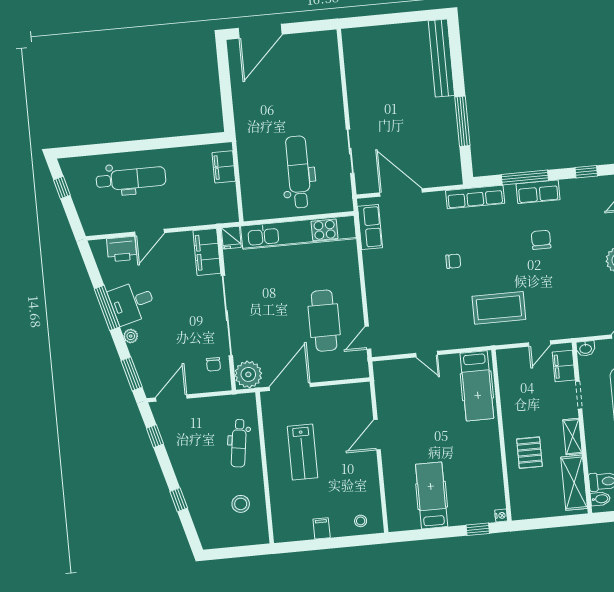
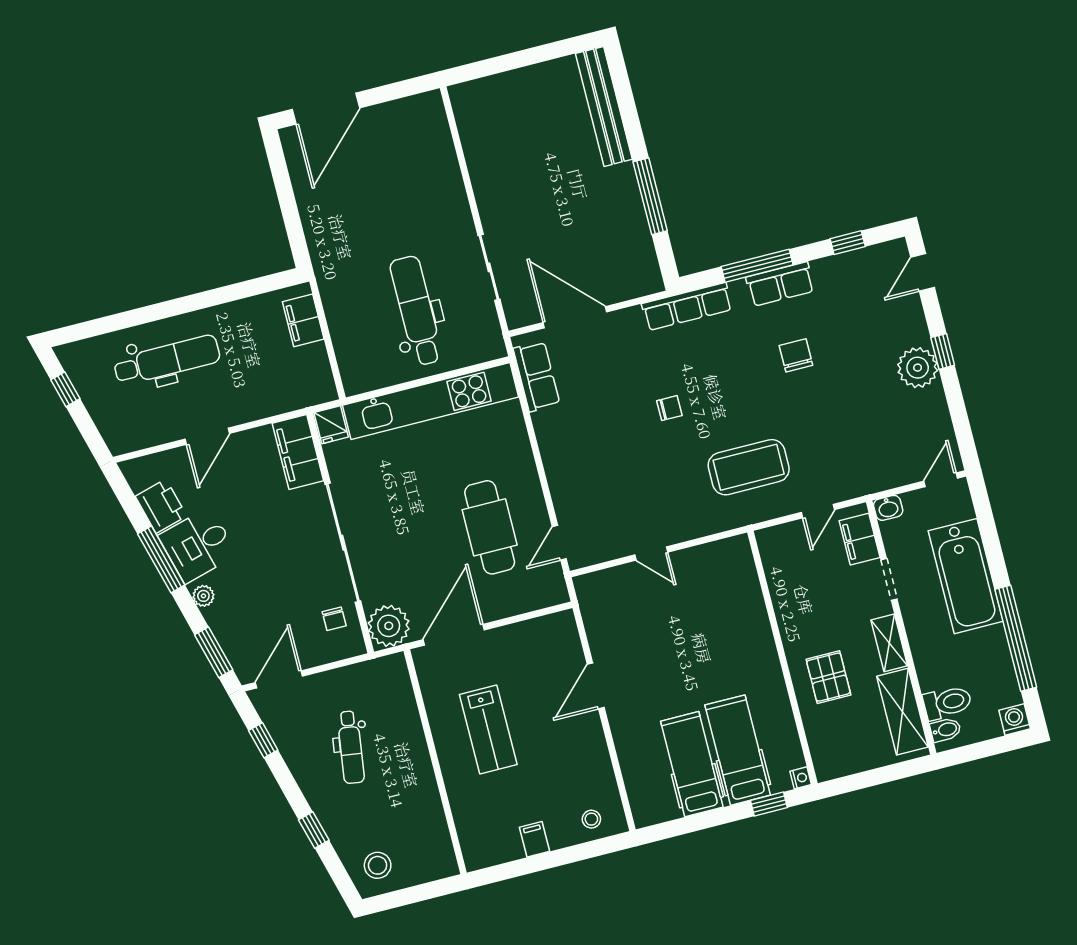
printer: (122, 249) -> (161, 506), moved, turned -105
hospital bed: (477, 386) -> (738, 750), moved, turned 180
dental chair: (239, 443) -> (351, 747), moved
stool: (241, 504) -> (378, 865), moved

